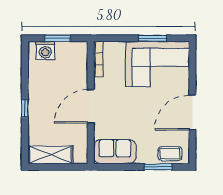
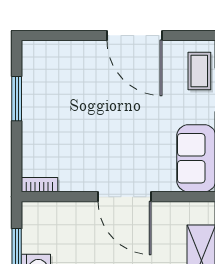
bookcase: (98, 59) -> (40, 185), width x0.64
corner sofa: (158, 64) -> (57, 91), removed

